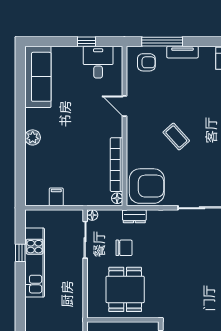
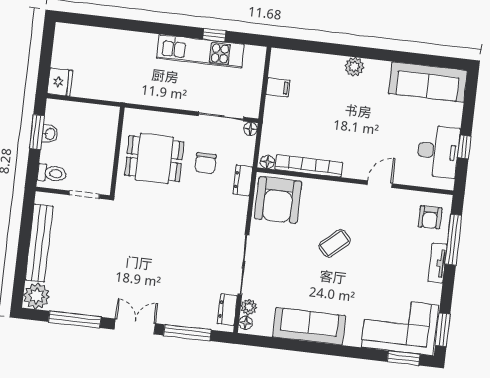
desk: (98, 62) -> (438, 151), width x1.37

